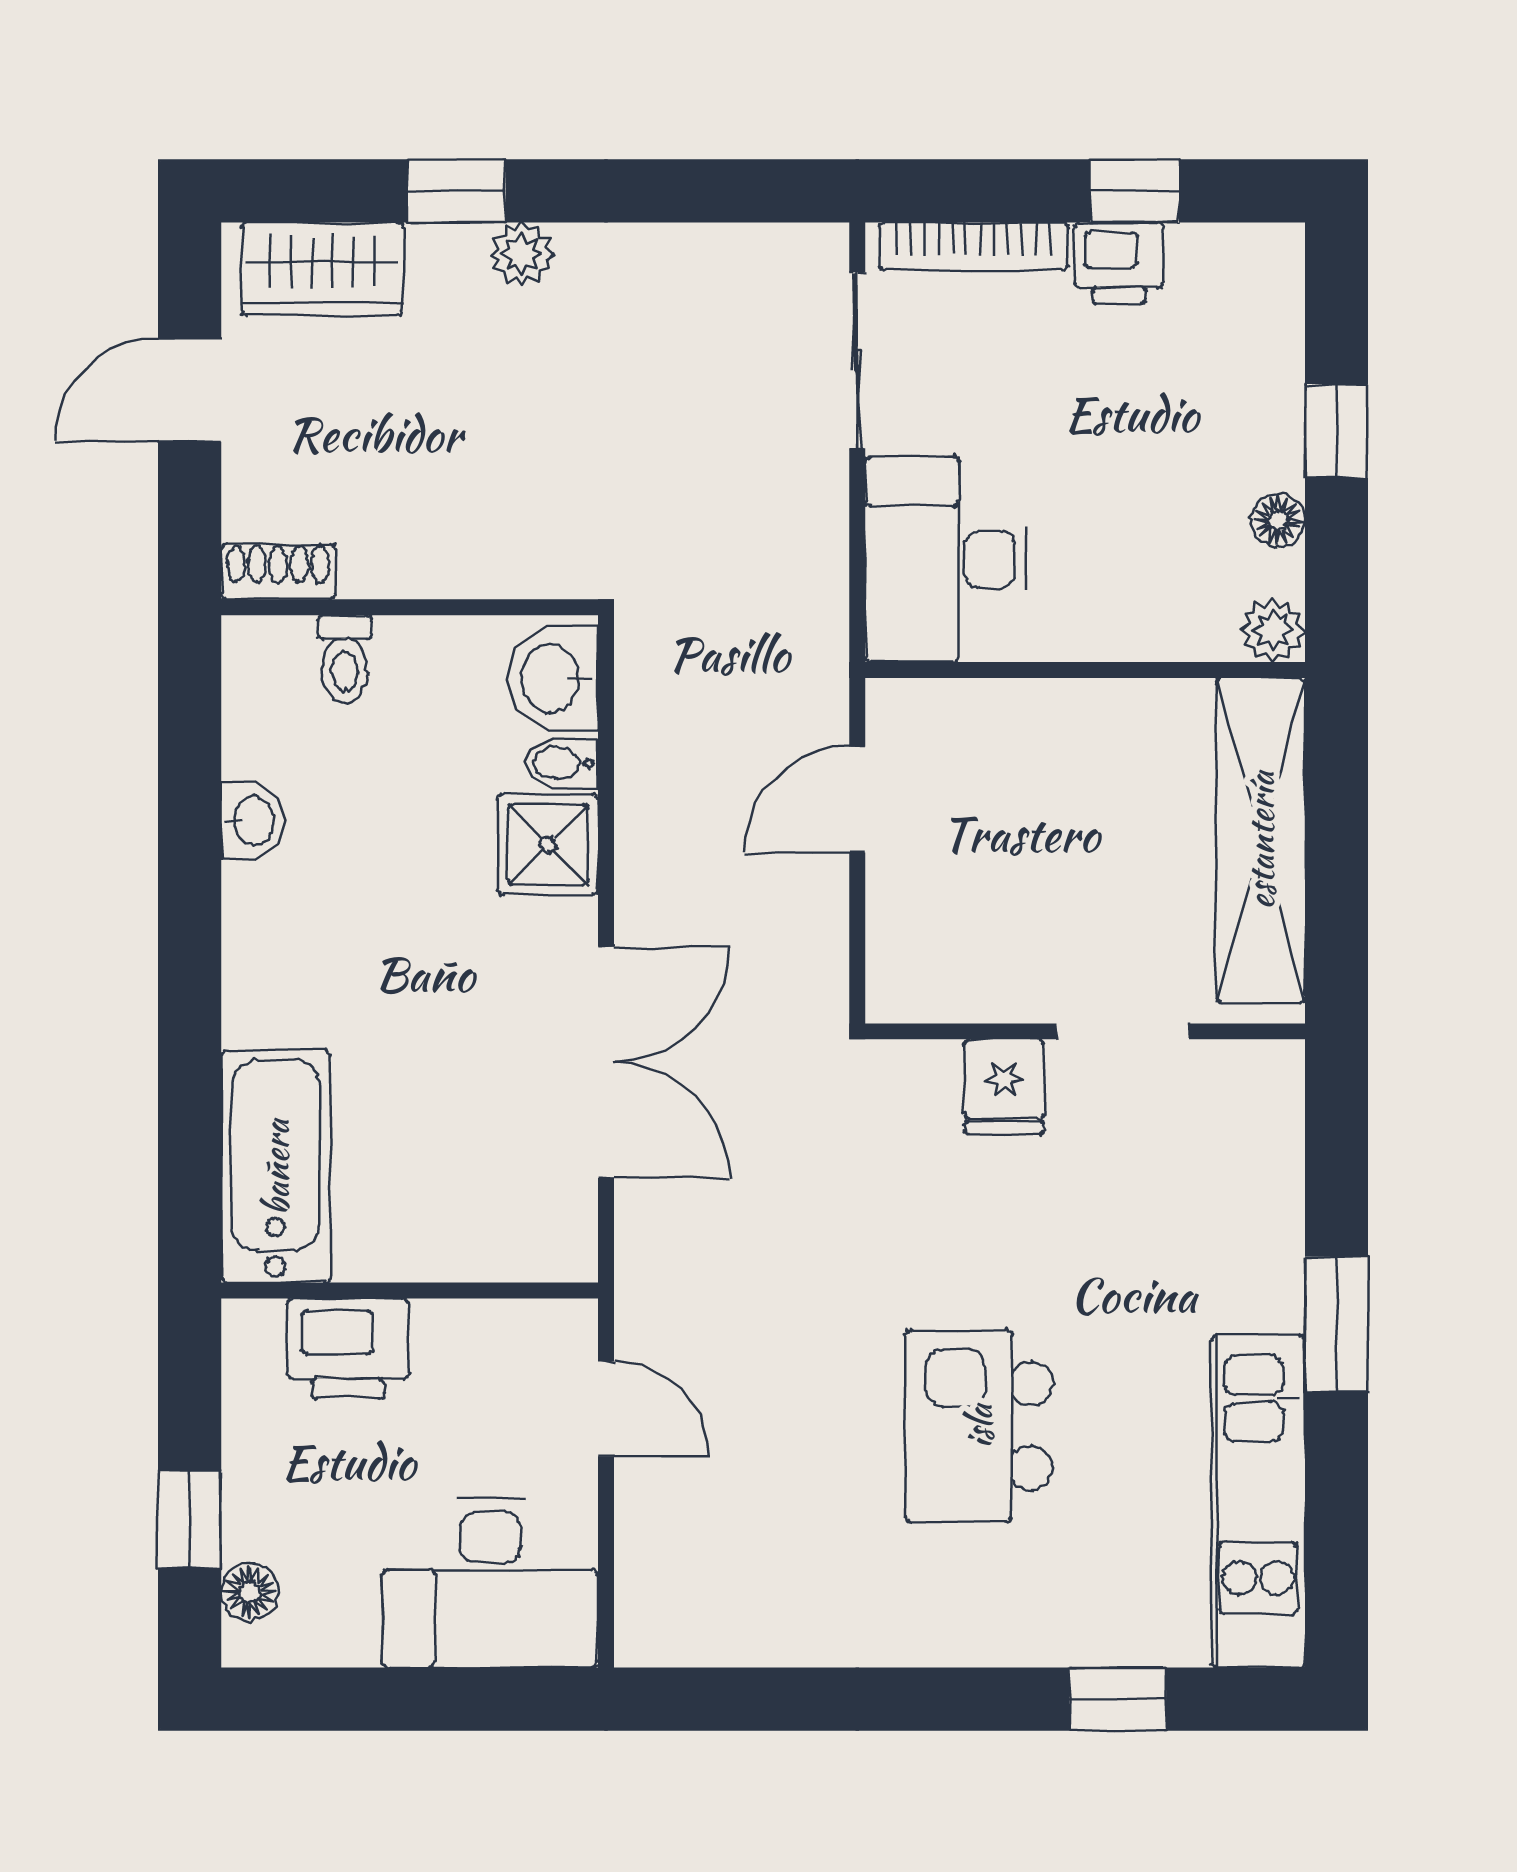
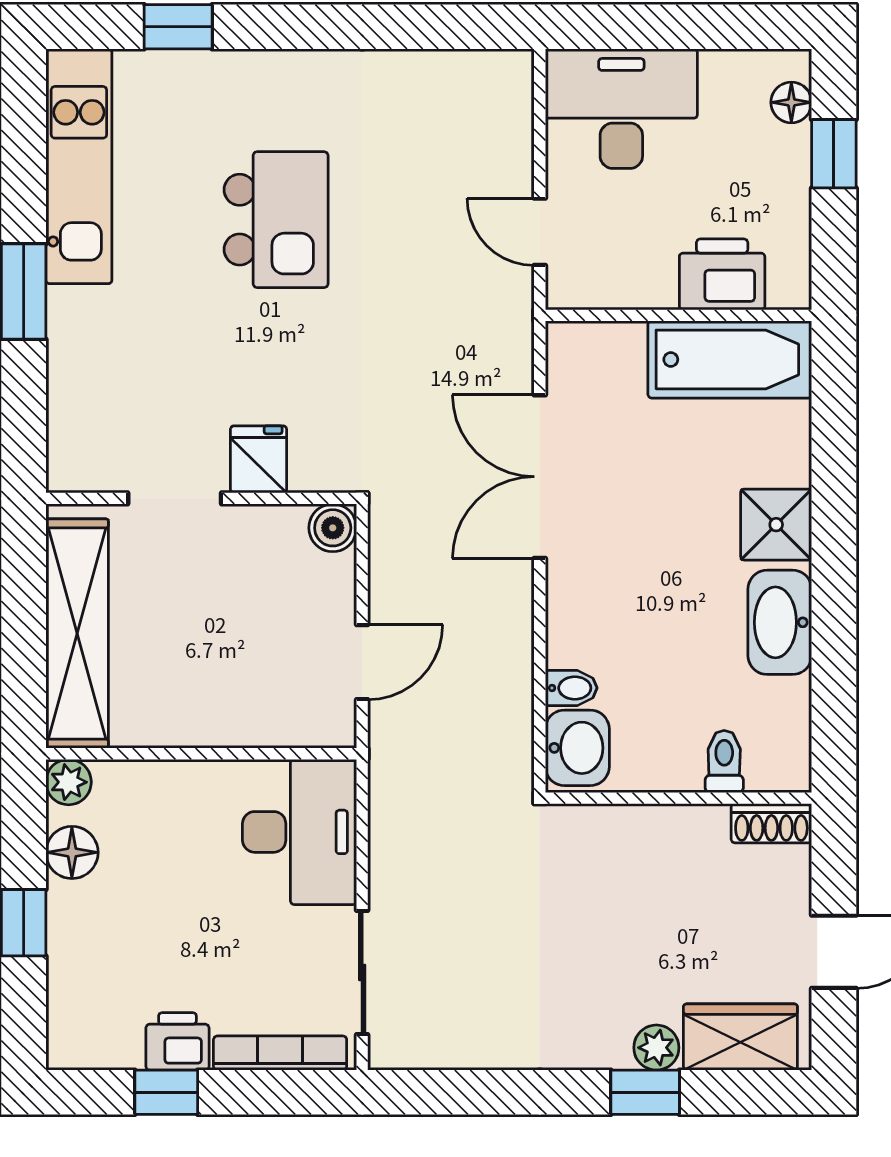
plant: (522, 254) -> (656, 1048), moved
floor lamp: (1278, 520) -> (72, 852), width x1.37, depth x1.37
washbasin: (252, 821) -> (780, 622), width x1.91, depth x1.45
shower: (548, 845) -> (776, 525), moved
boiler: (899, 990) -> (333, 528), added
bathtub: (276, 1167) -> (730, 359), moved, turned -90

